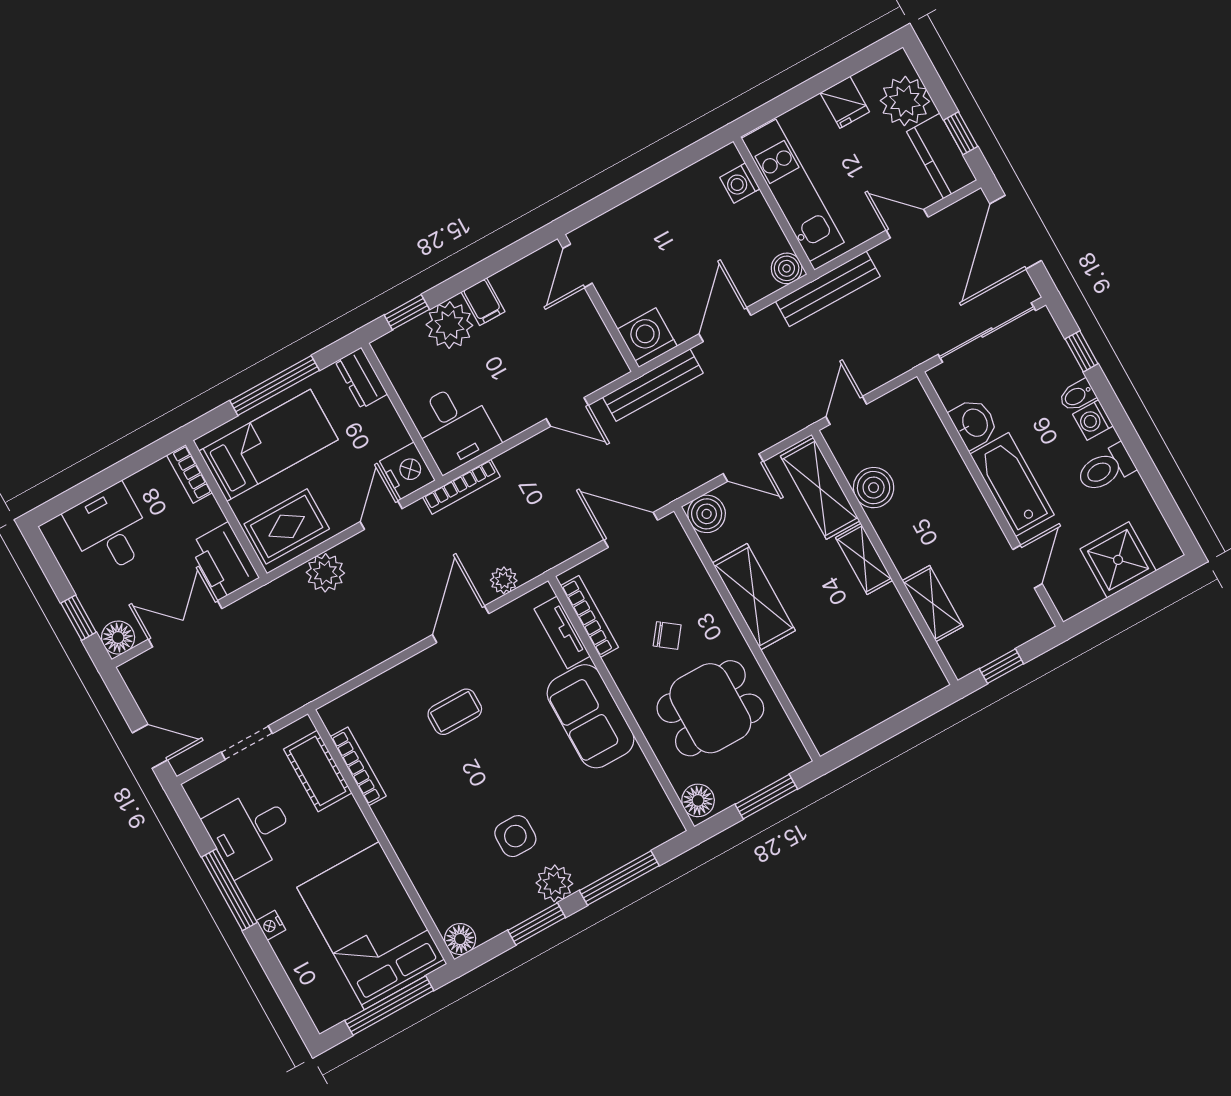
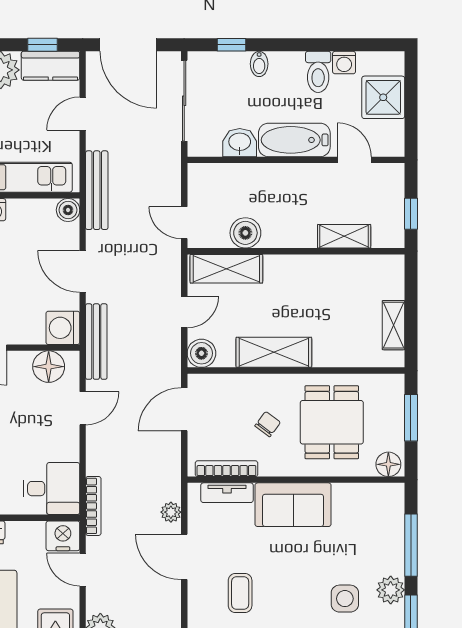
floor lamp: (593, 346) -> (49, 367), added
washing machine: (1093, 420) -> (344, 63), moved
shelving: (864, 559) -> (393, 325), moved, turned 90

